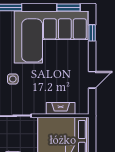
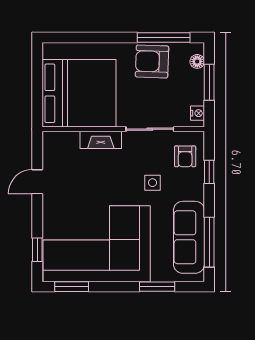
fireplace: (61, 108) -> (101, 140), moved

